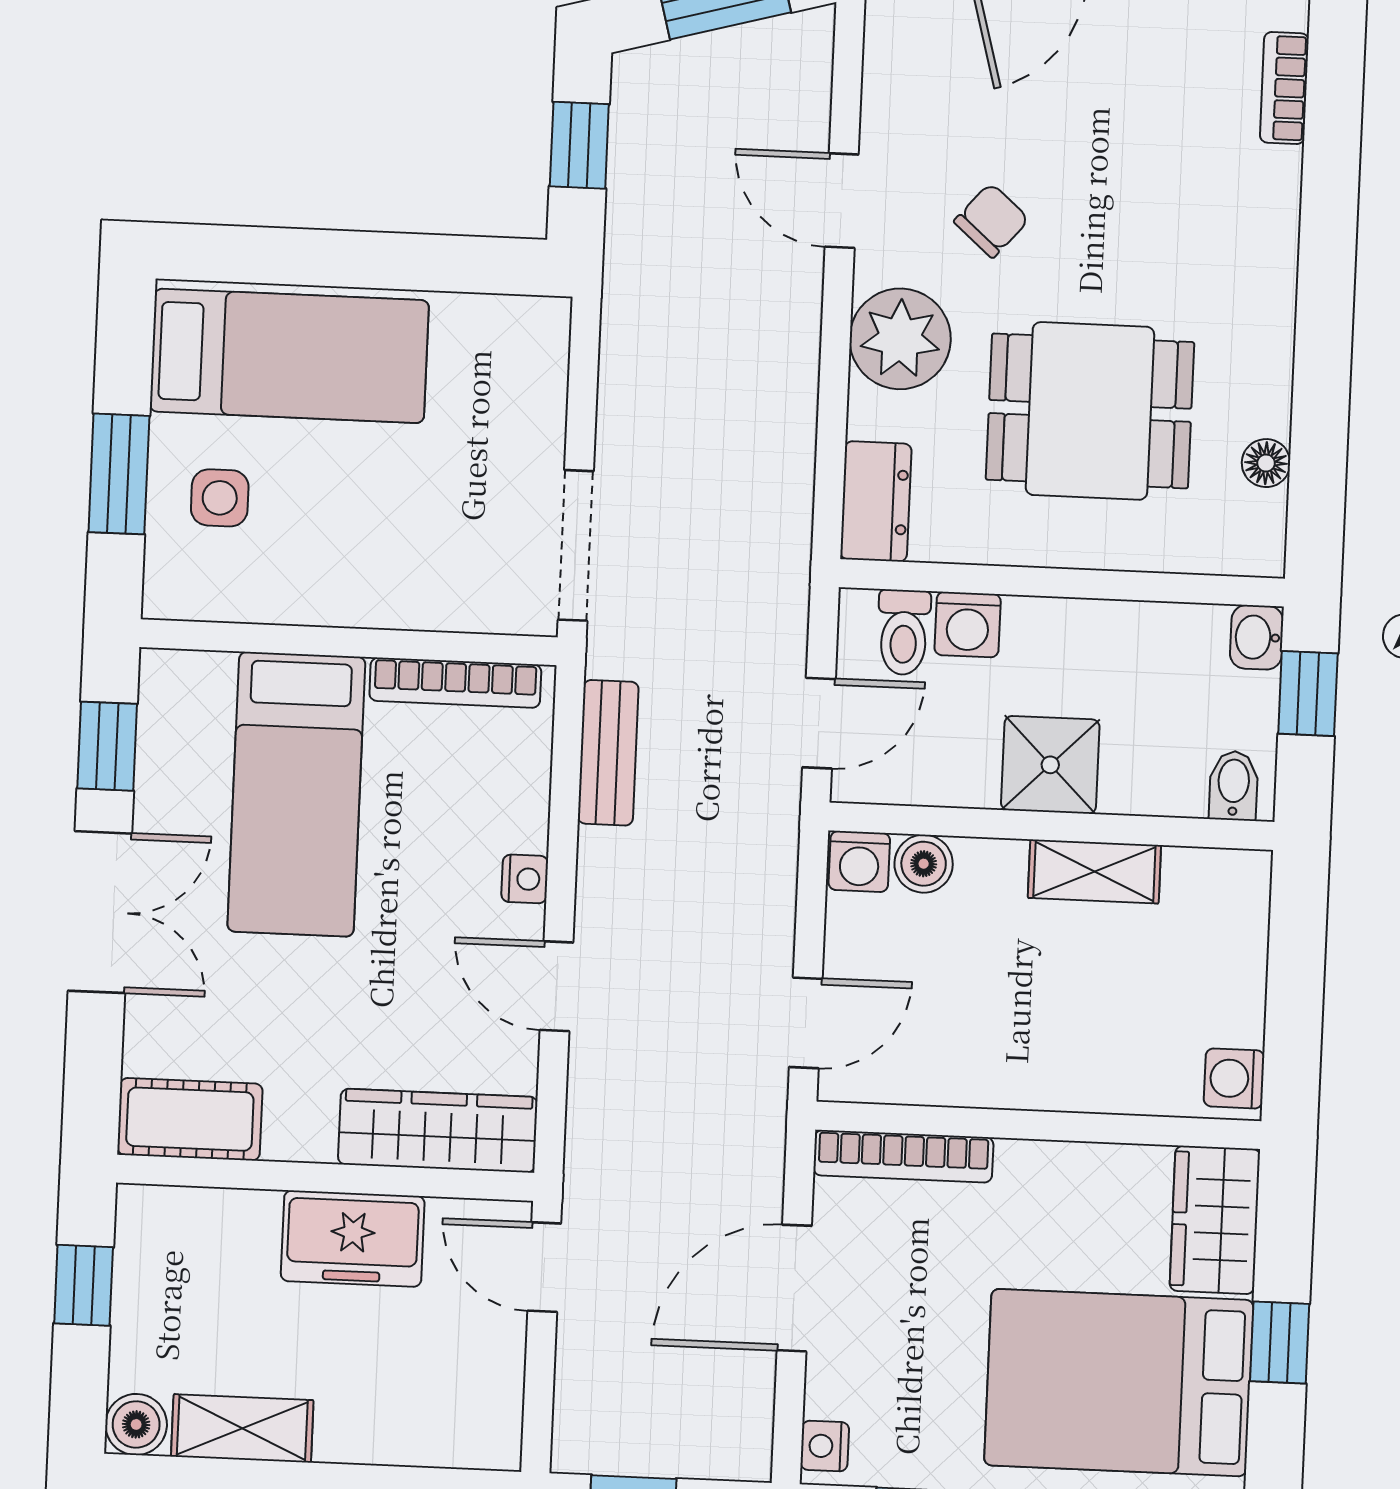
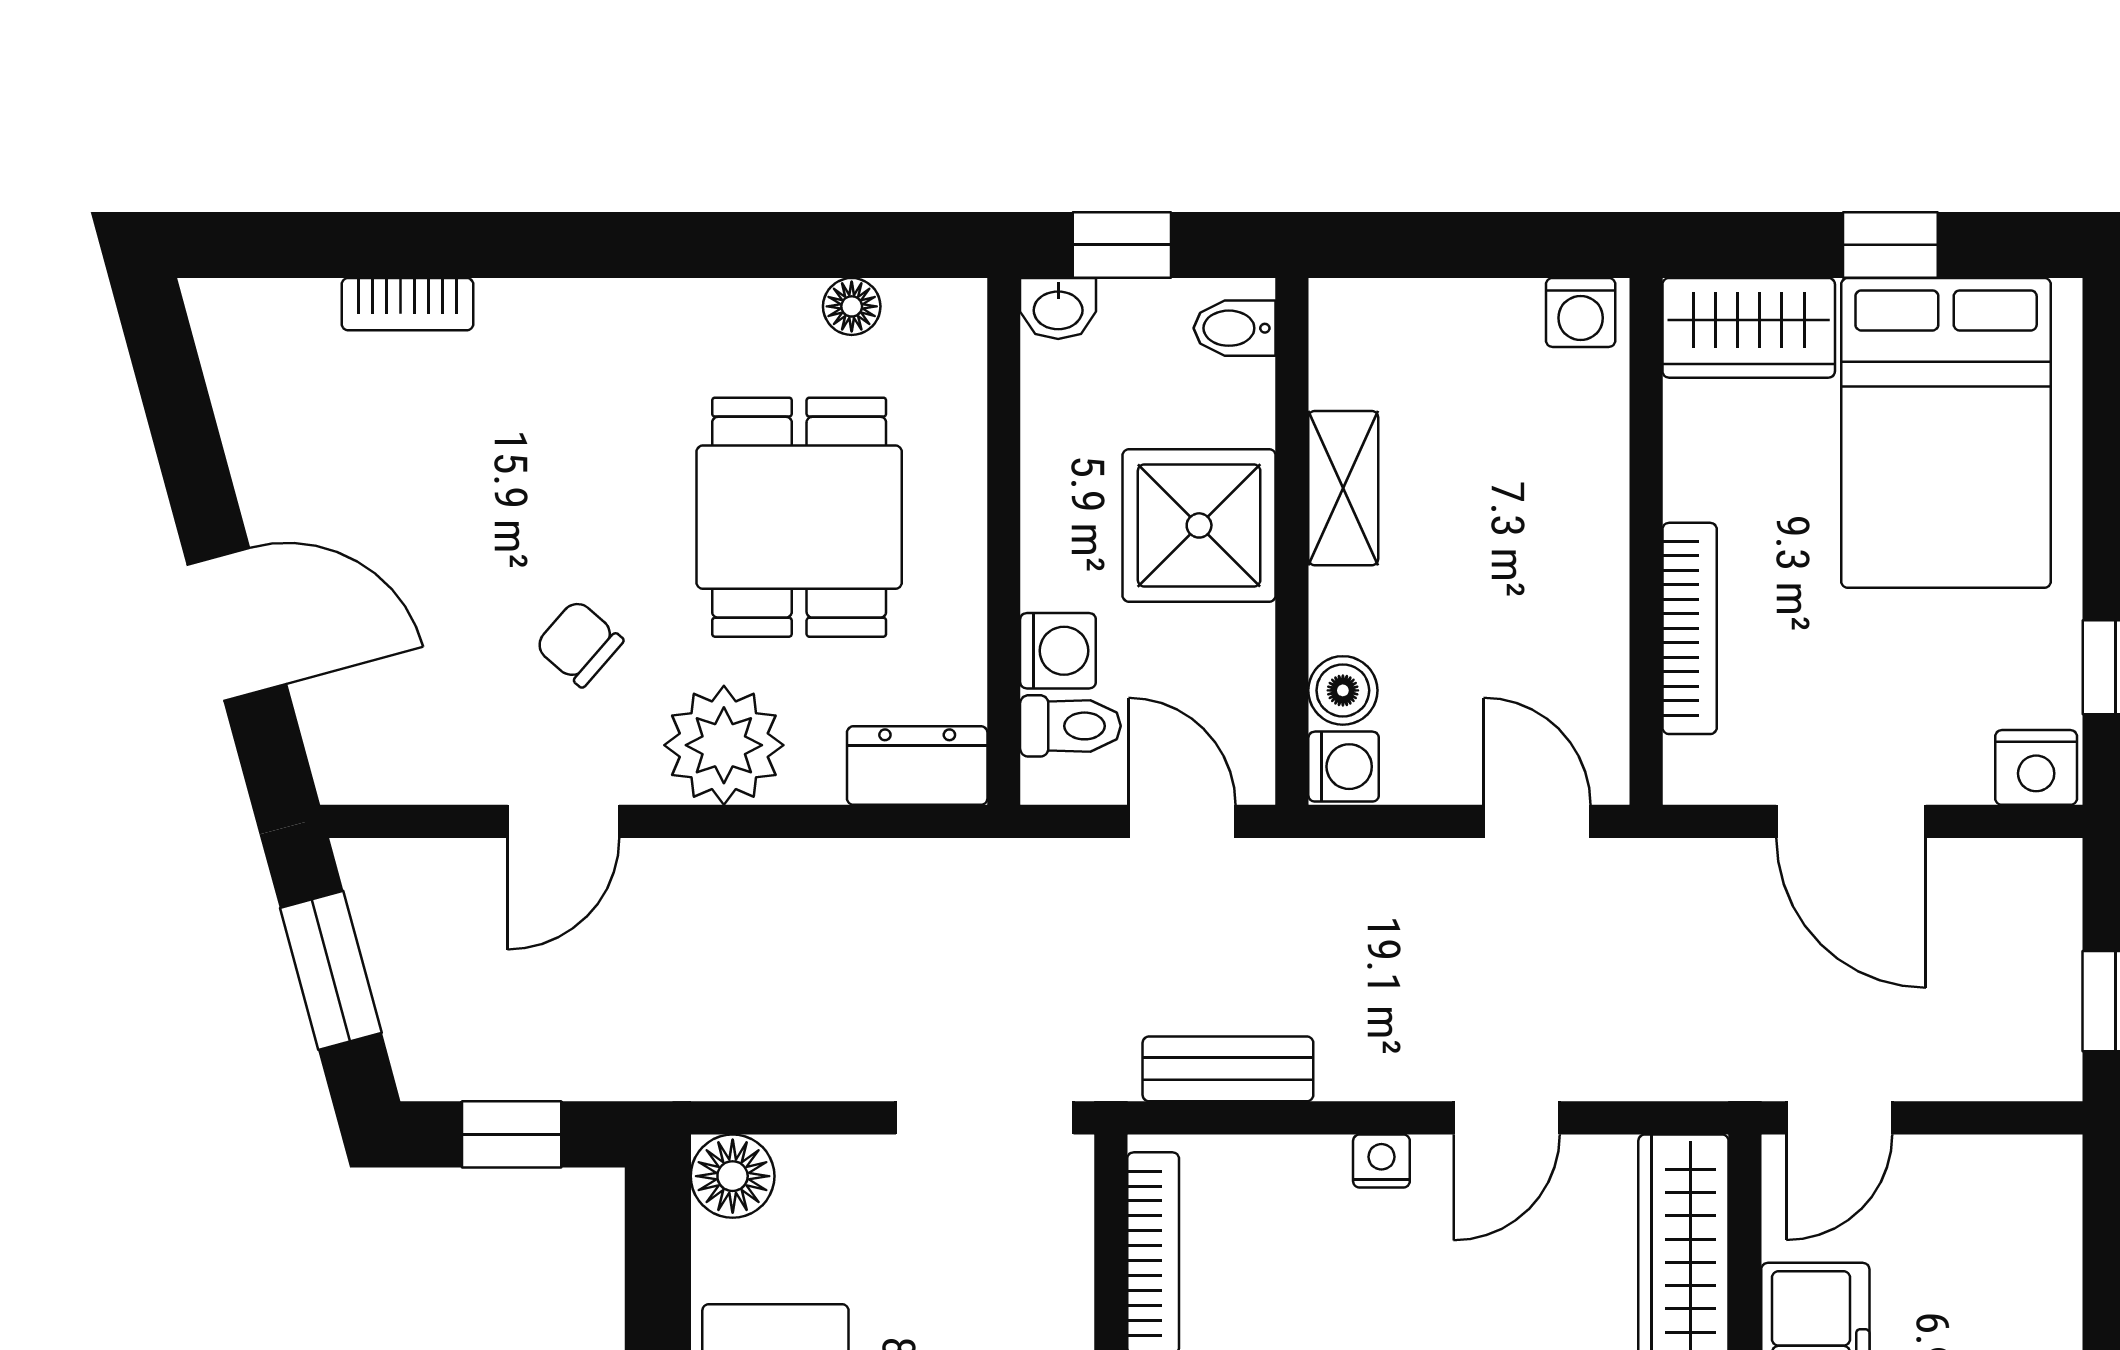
floor lamp: (536, 330) -> (733, 1176), added
shower: (1050, 765) -> (1199, 525), width x1.36, depth x1.36
bookcase: (903, 1156) -> (1690, 628), moved
nightstand: (825, 1446) -> (2036, 767), width x1.39, depth x1.35

